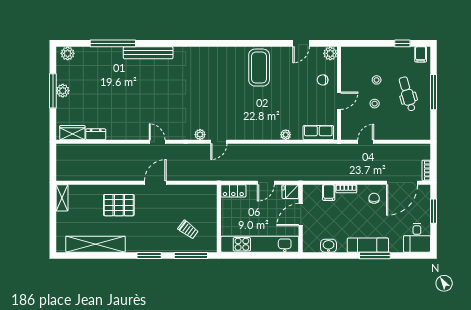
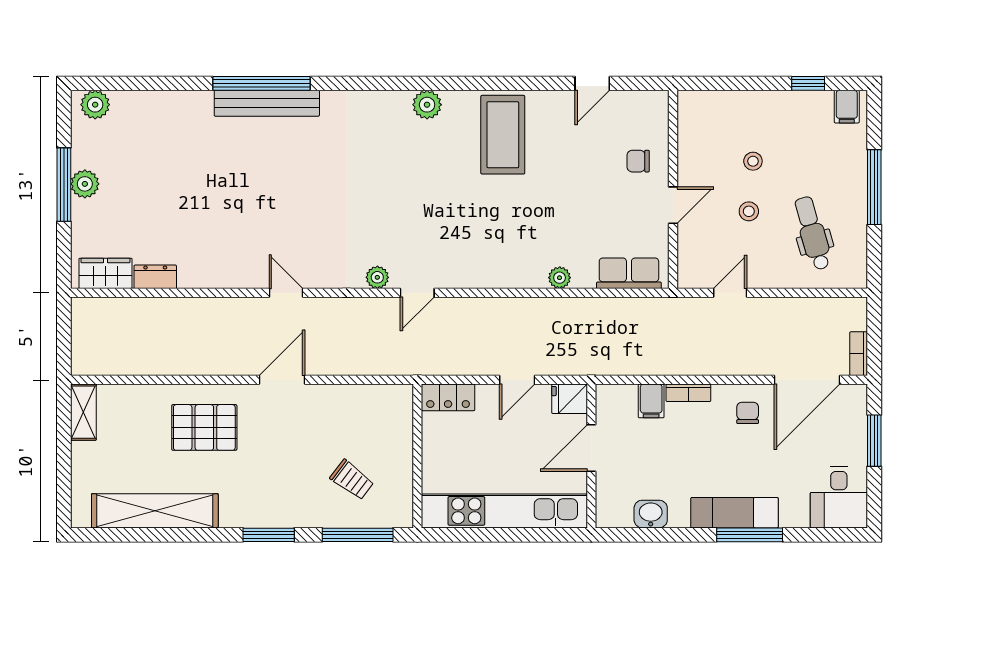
window: (113, 43) -> (261, 83), moved
plant: (330, 53) -> (427, 105), moved
dental chair: (407, 94) -> (813, 233), moved

